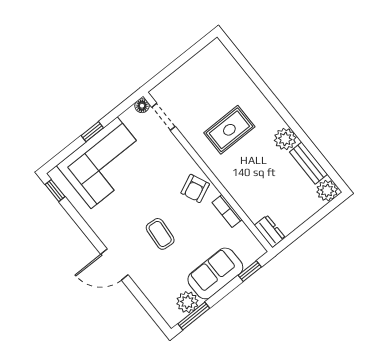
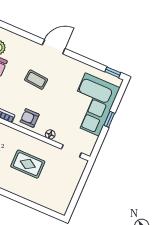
floor lamp: (142, 106) -> (50, 134), moved
rug: (229, 130) -> (28, 164), turned 90
armchair: (195, 188) -> (30, 118), turned -66

